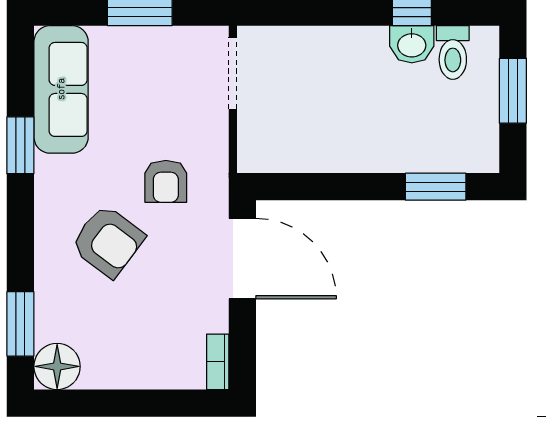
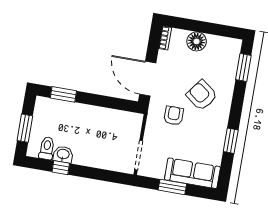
sofa: (61, 89) -> (192, 173), moved, turned 90
floor lamp: (57, 366) -> (197, 41), moved

